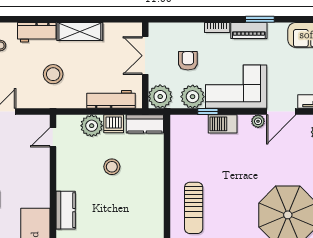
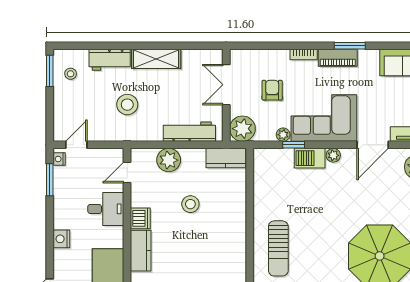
plant: (193, 97) -> (283, 135), width x0.53, depth x0.53
plant: (258, 121) -> (333, 155), moved
dishwasher: (114, 124) -> (140, 218), moved, turned -90
desk: (33, 171) -> (106, 209), added

